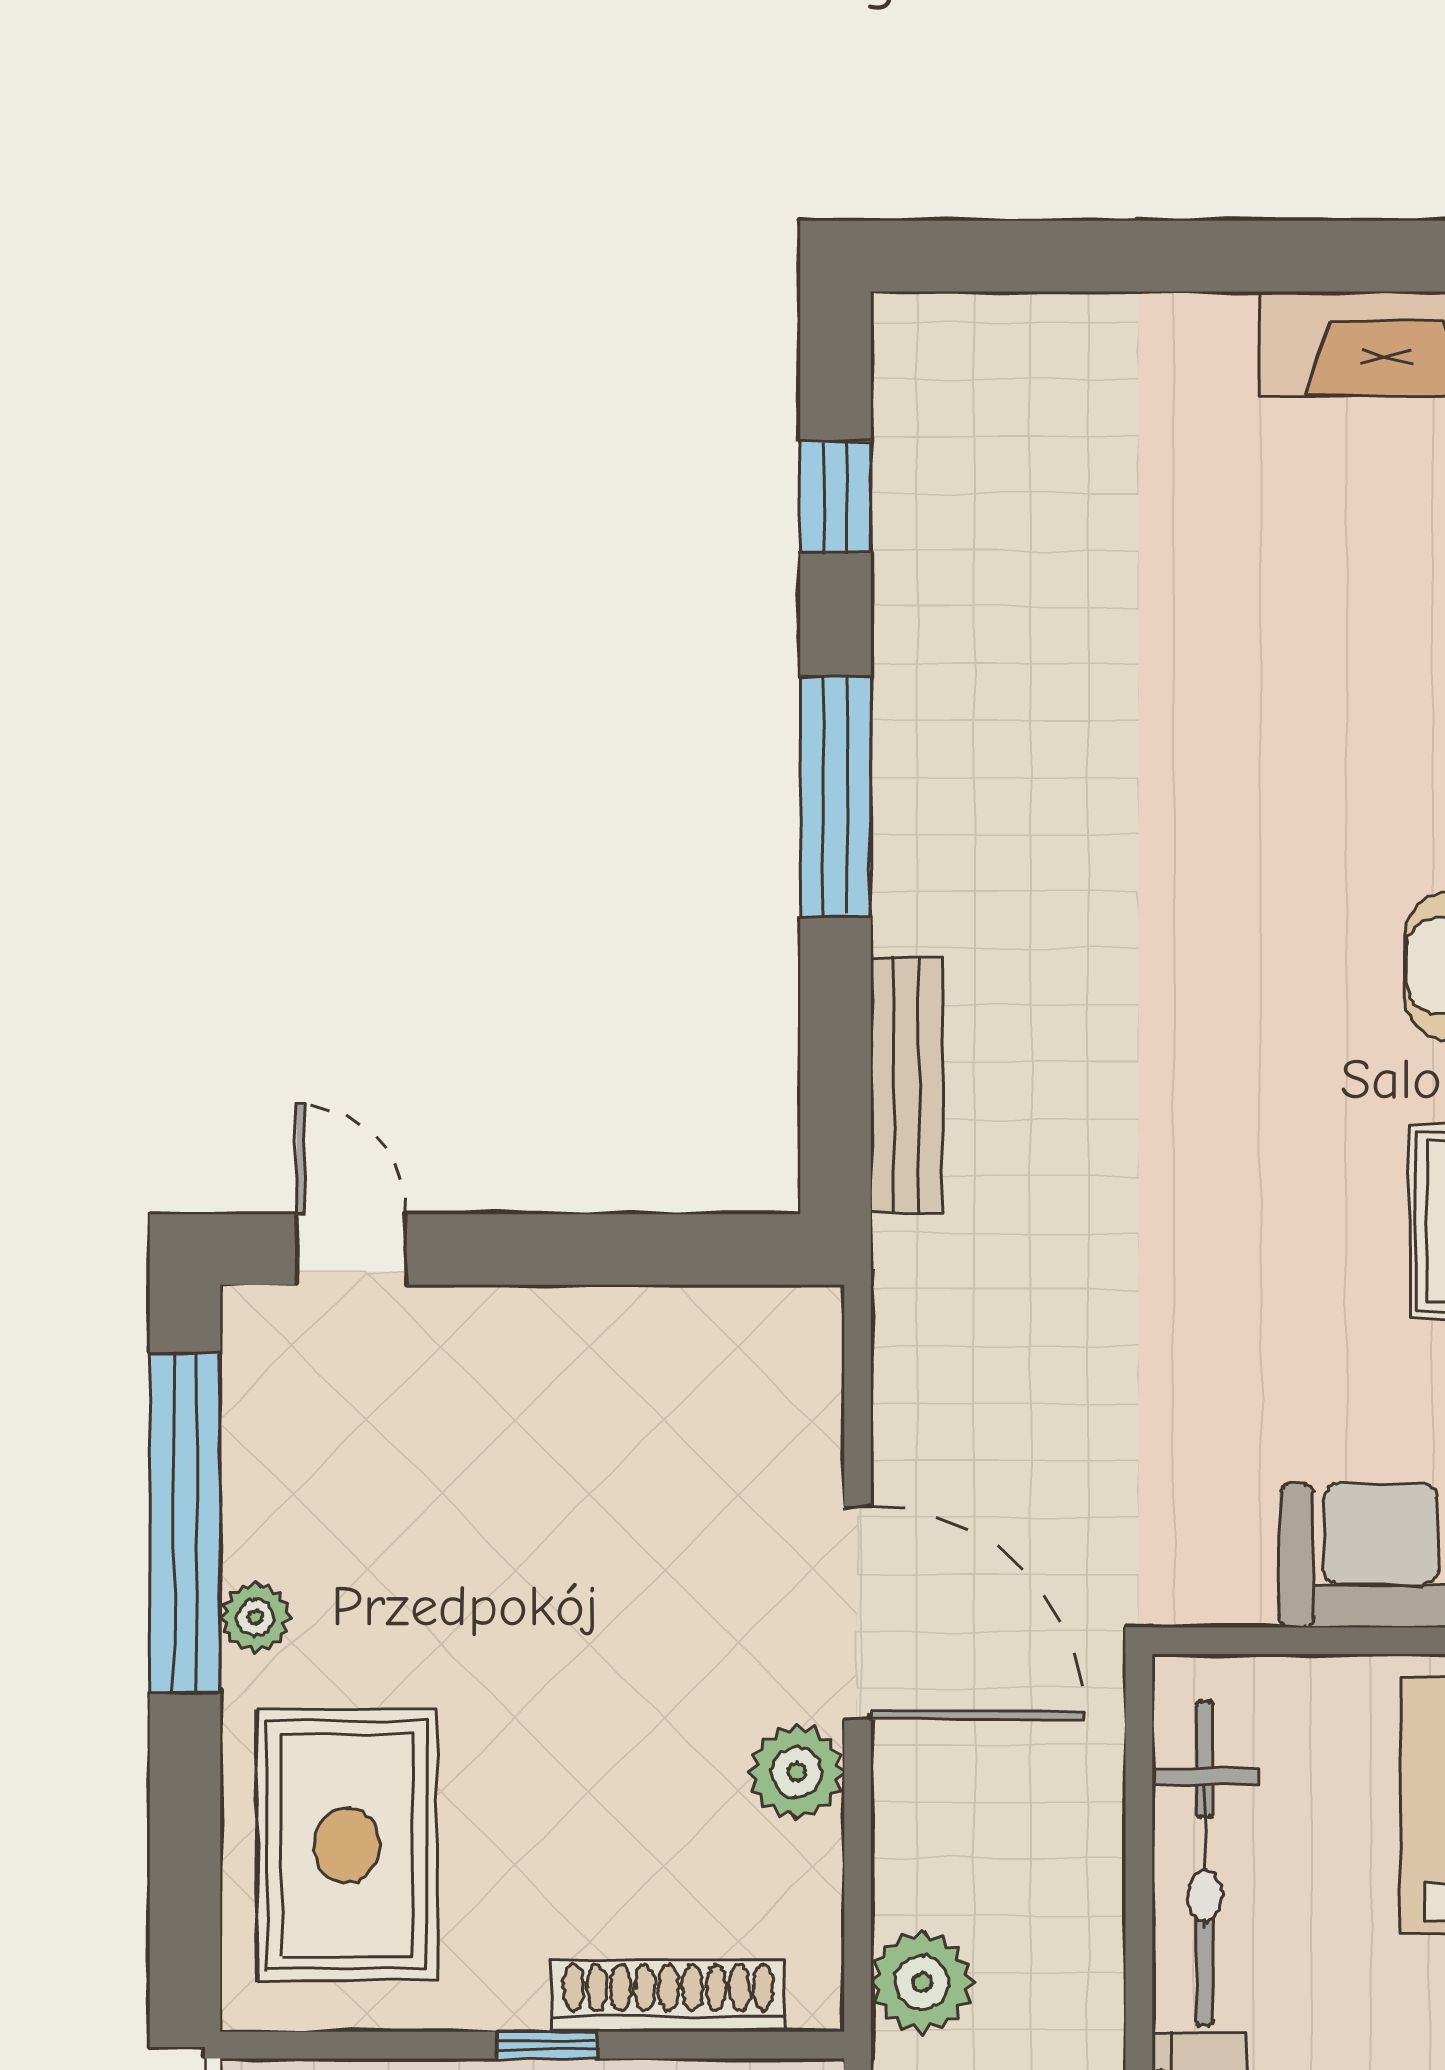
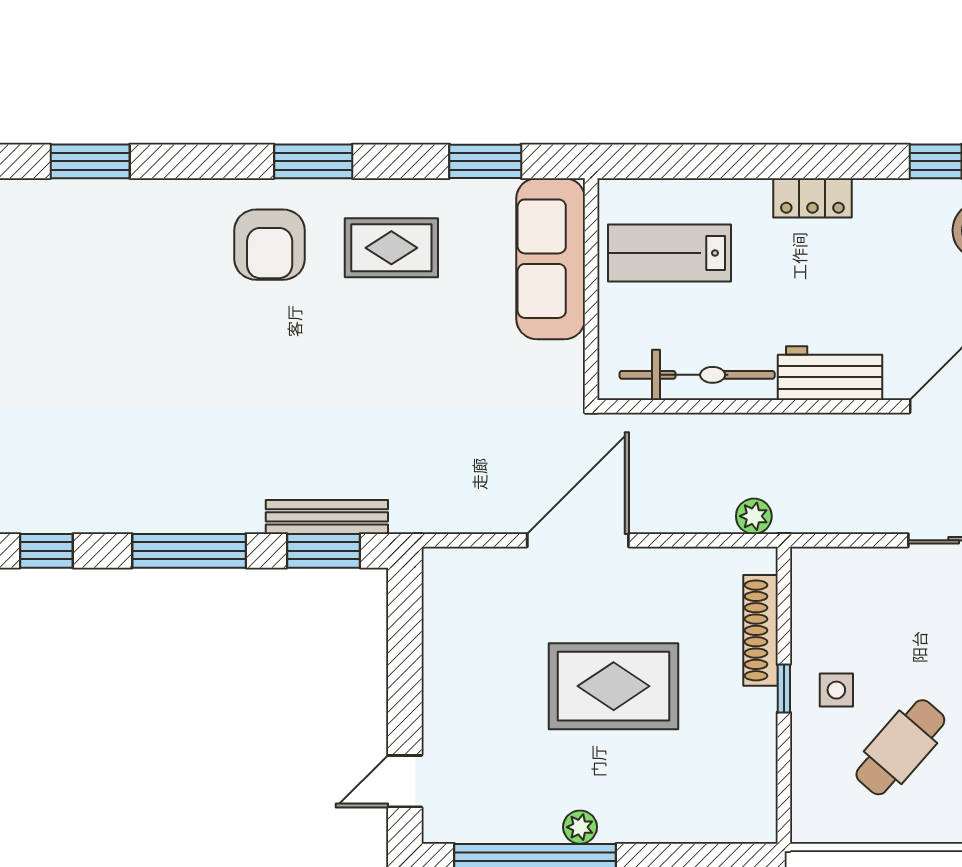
window: (836, 1079) -> (324, 551), added
plant: (797, 1772) -> (654, 569), removed
rug: (347, 1845) -> (614, 686), moved
plant: (922, 1982) -> (754, 516), width x0.73, depth x0.73

